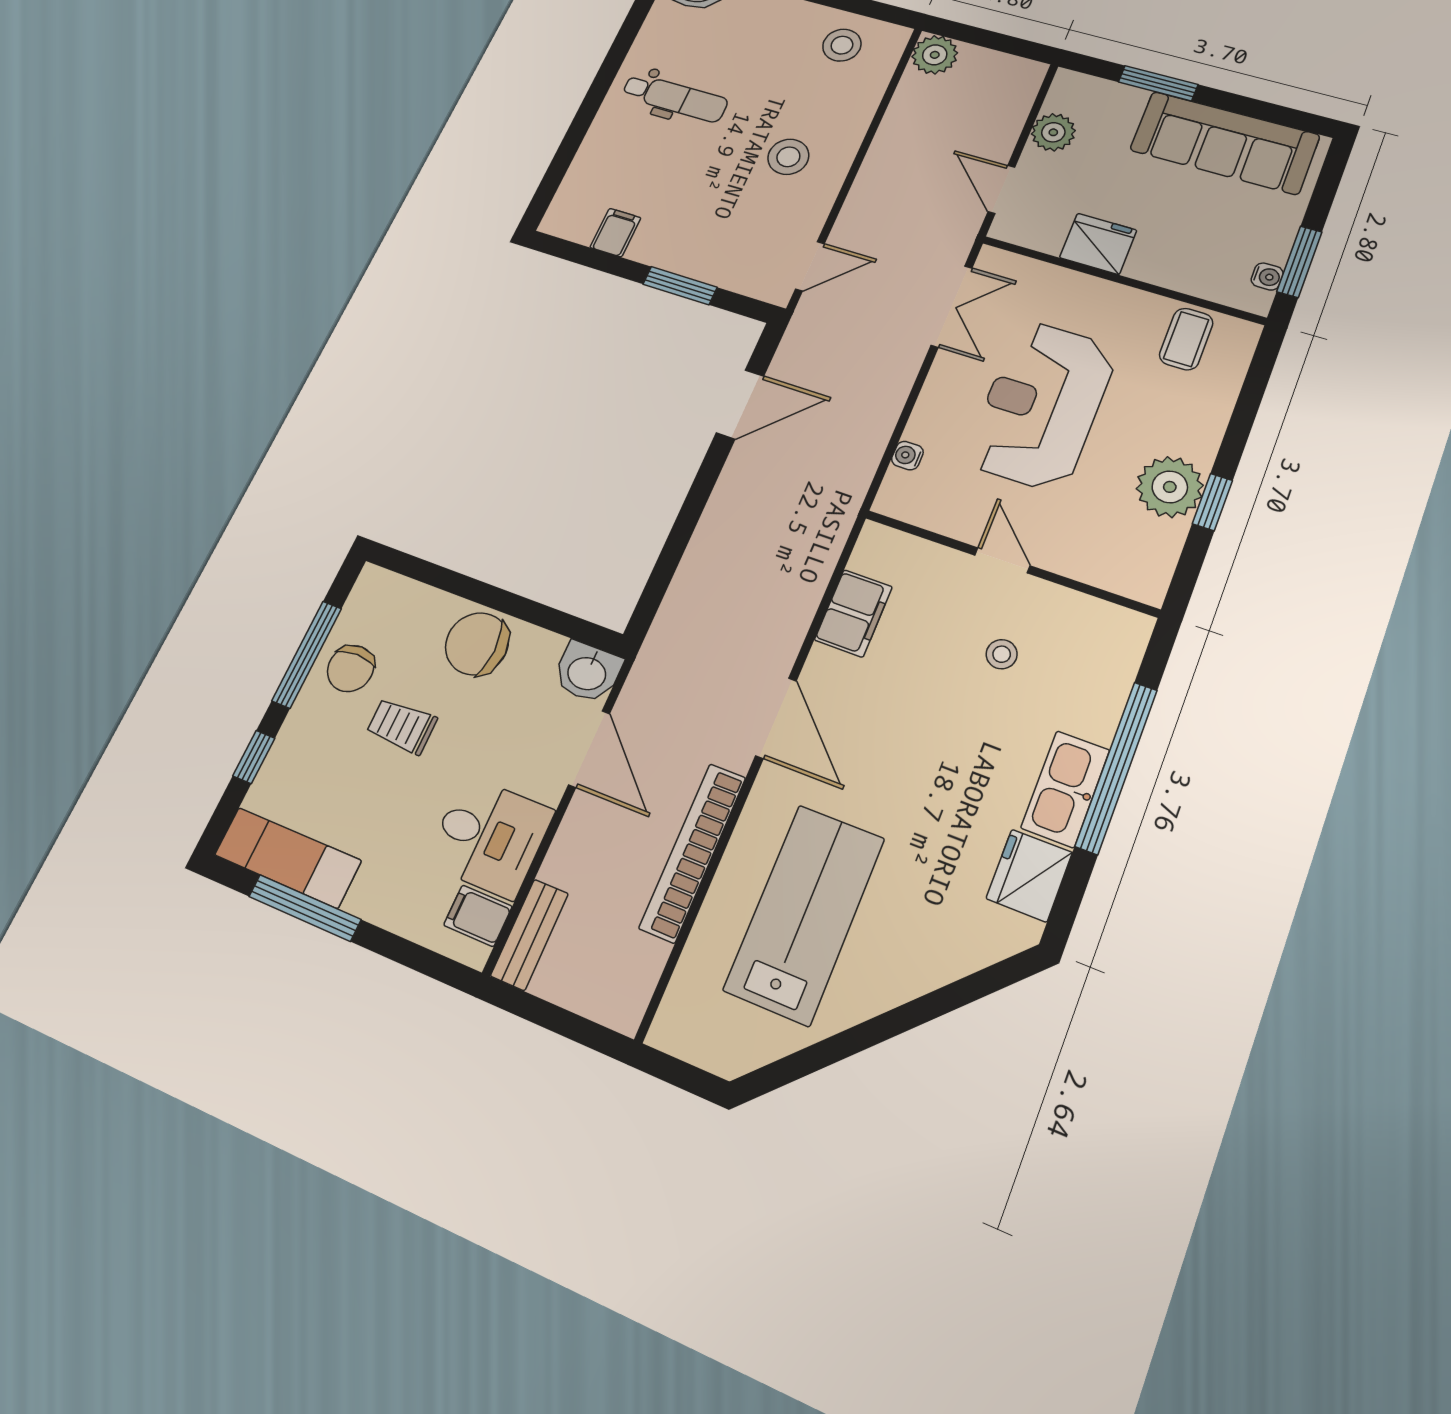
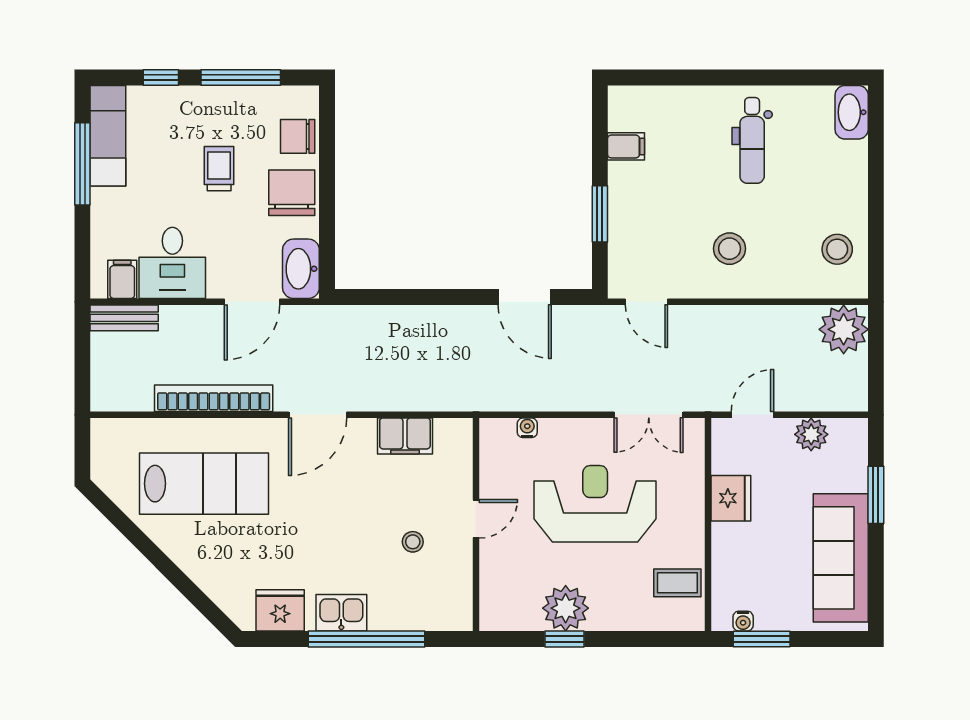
plant: (935, 55) -> (844, 329), width x1.36, depth x1.36
chair: (351, 669) -> (298, 136), moved
washbasin: (587, 672) -> (301, 269), width x1.38
kitchen sink: (1065, 789) -> (341, 613), width x0.73

